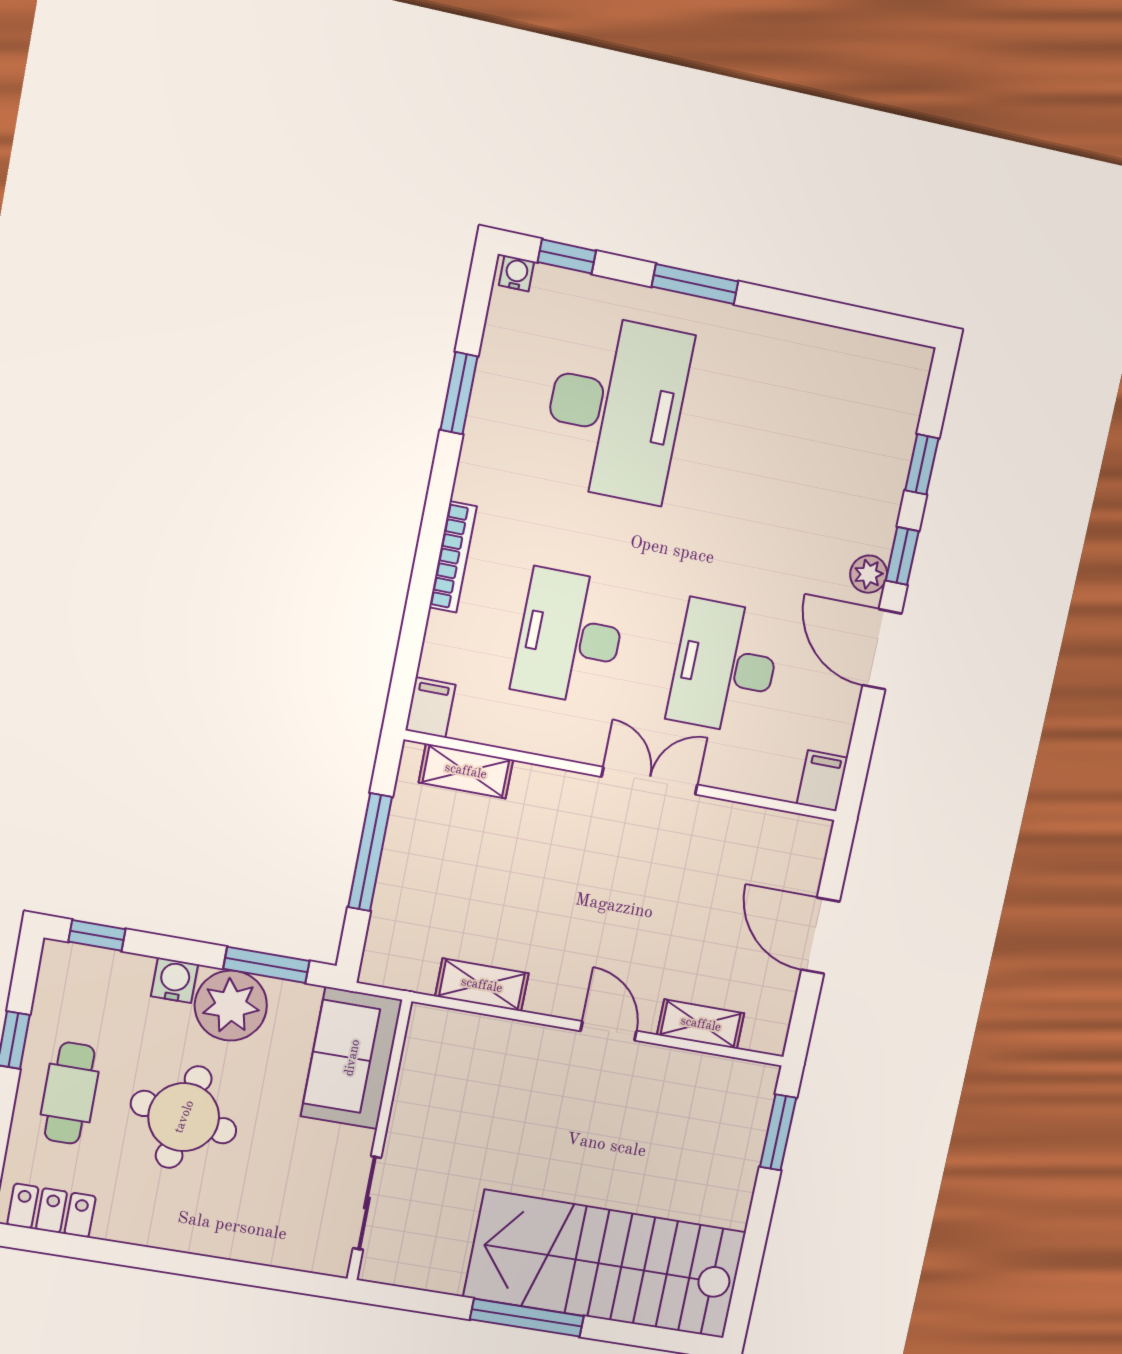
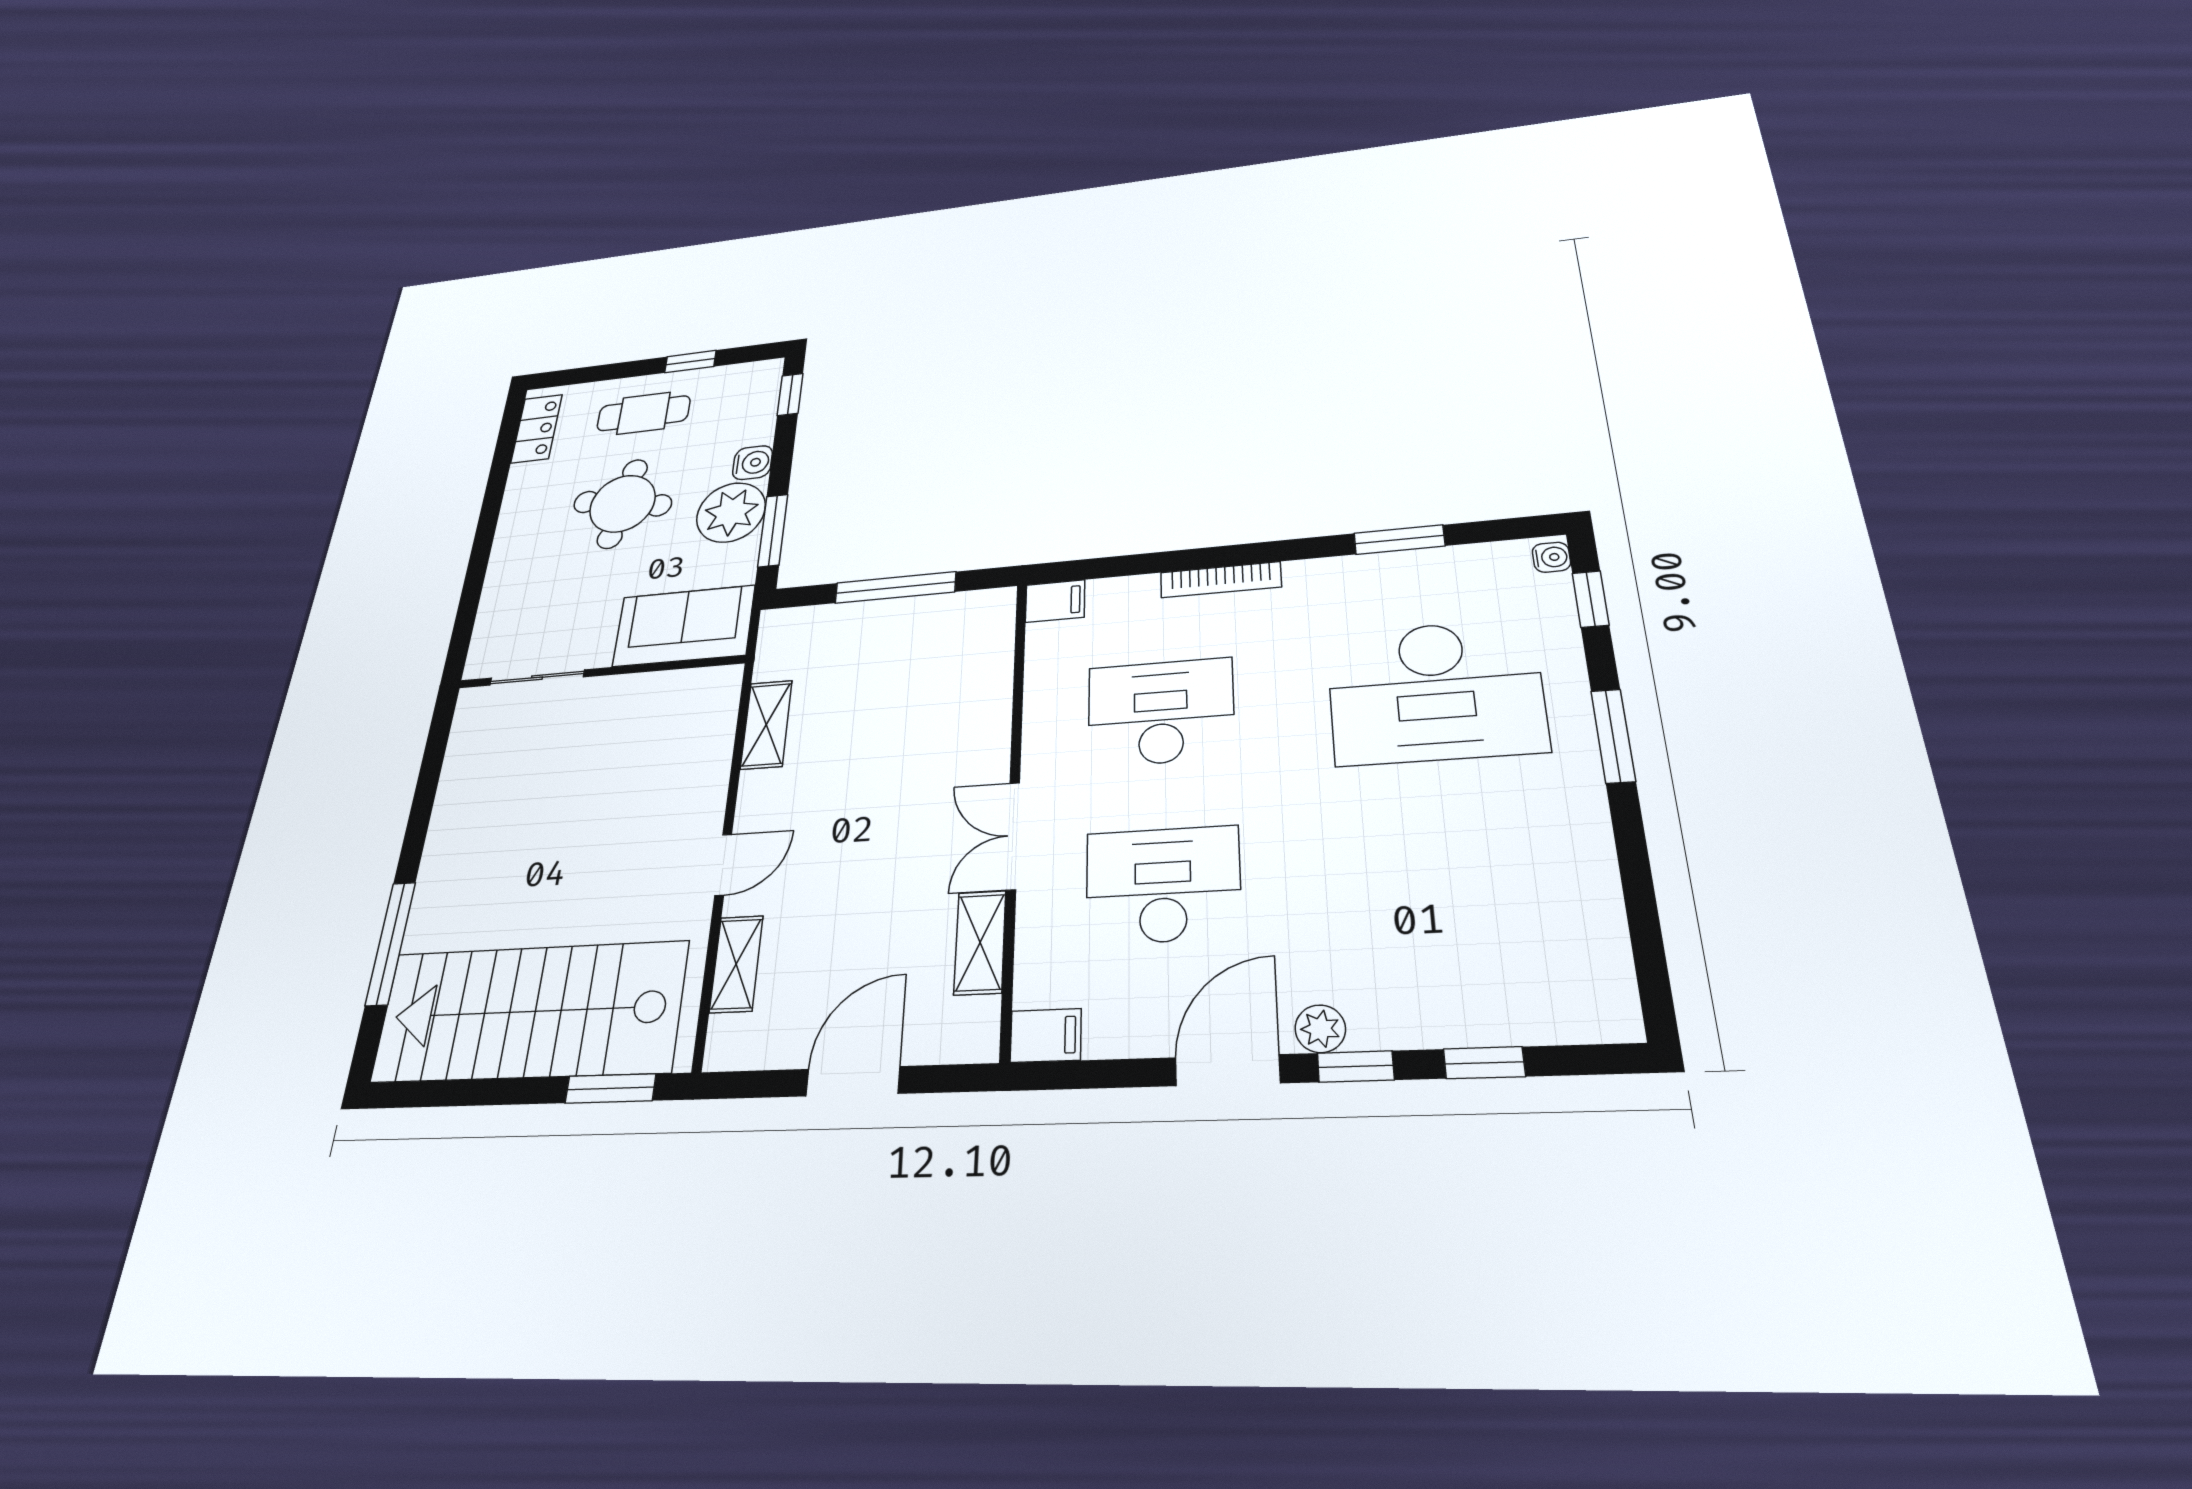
shelving: (466, 771) -> (980, 942), moved
double door: (649, 781) -> (1013, 836), swing flipped
stairs: (605, 1264) -> (530, 1012), moved, turned -90
window: (527, 1318) -> (391, 943), moved

